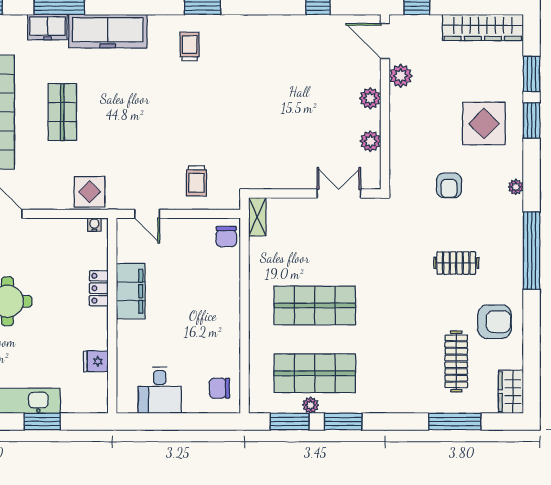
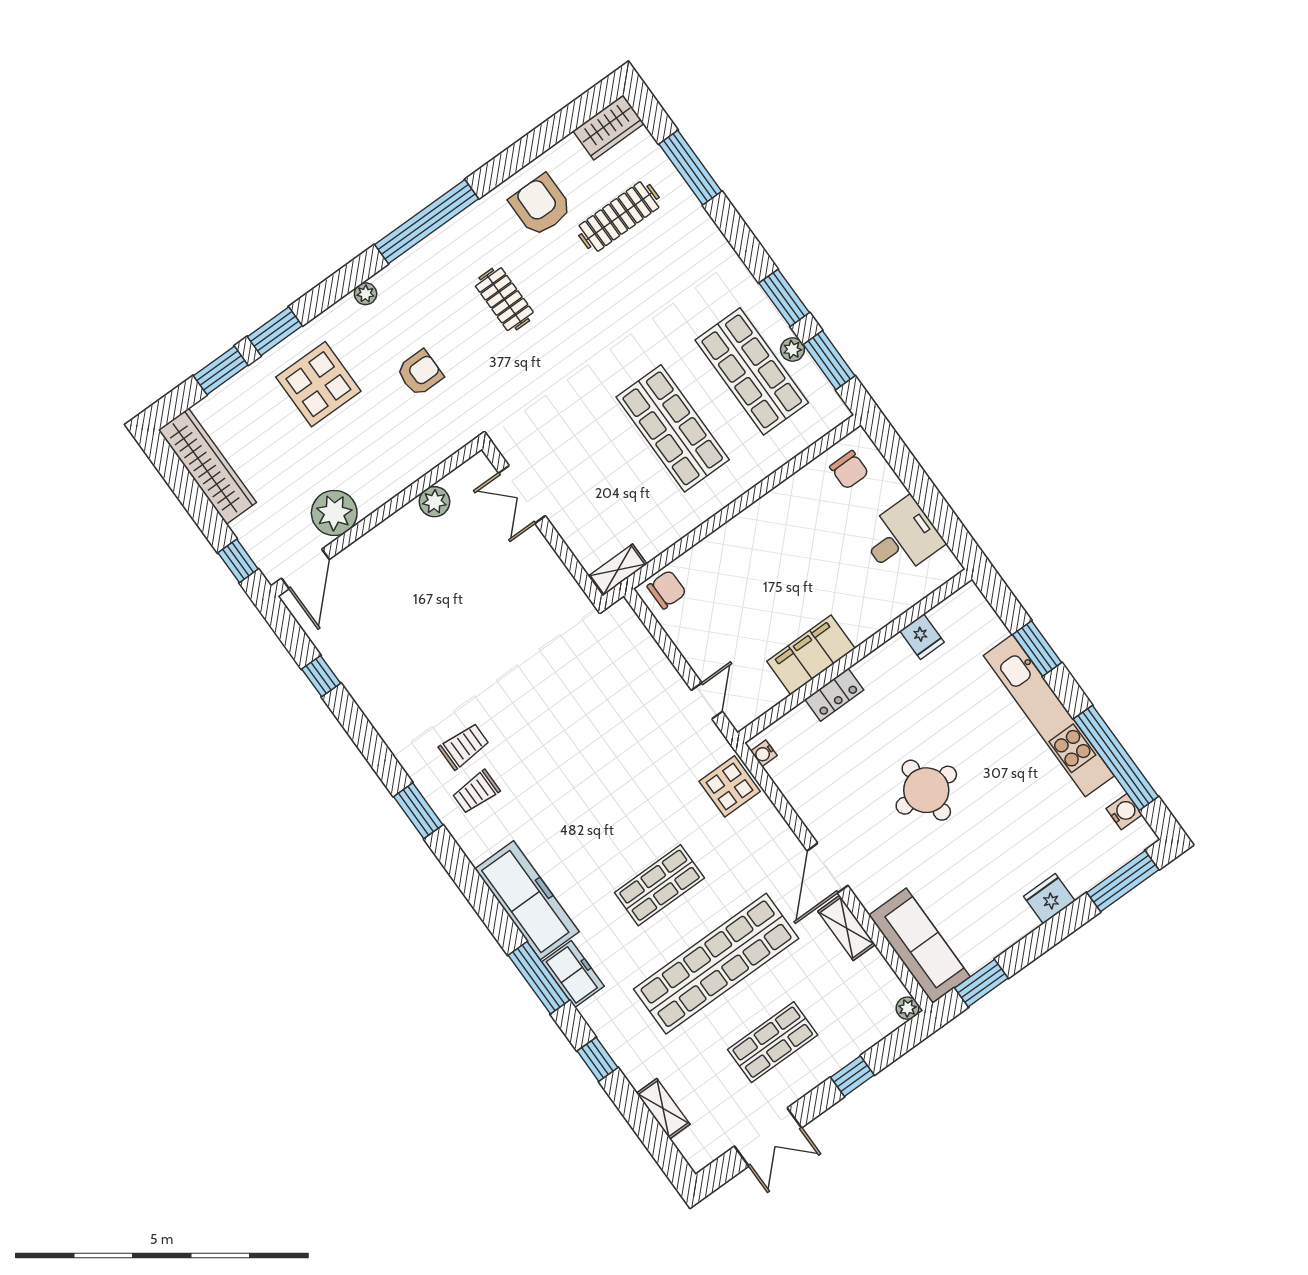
plant: (401, 76) -> (334, 513), width x1.36, depth x1.36
plant: (370, 98) -> (385, 538), removed
trolley: (196, 181) -> (464, 746), moved

